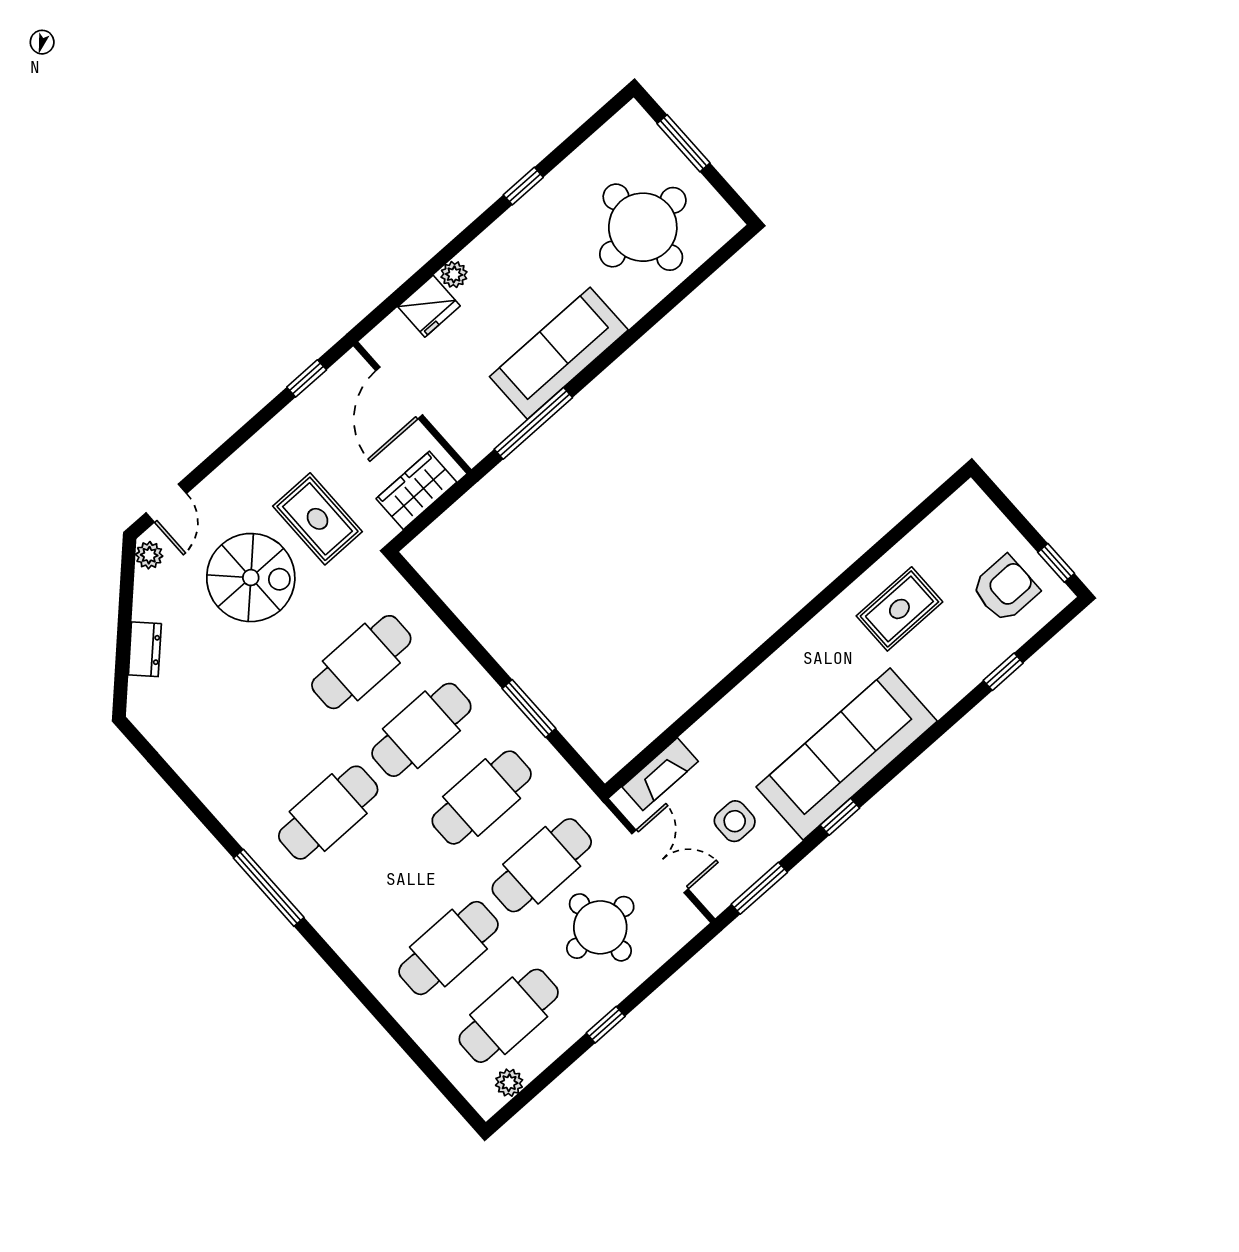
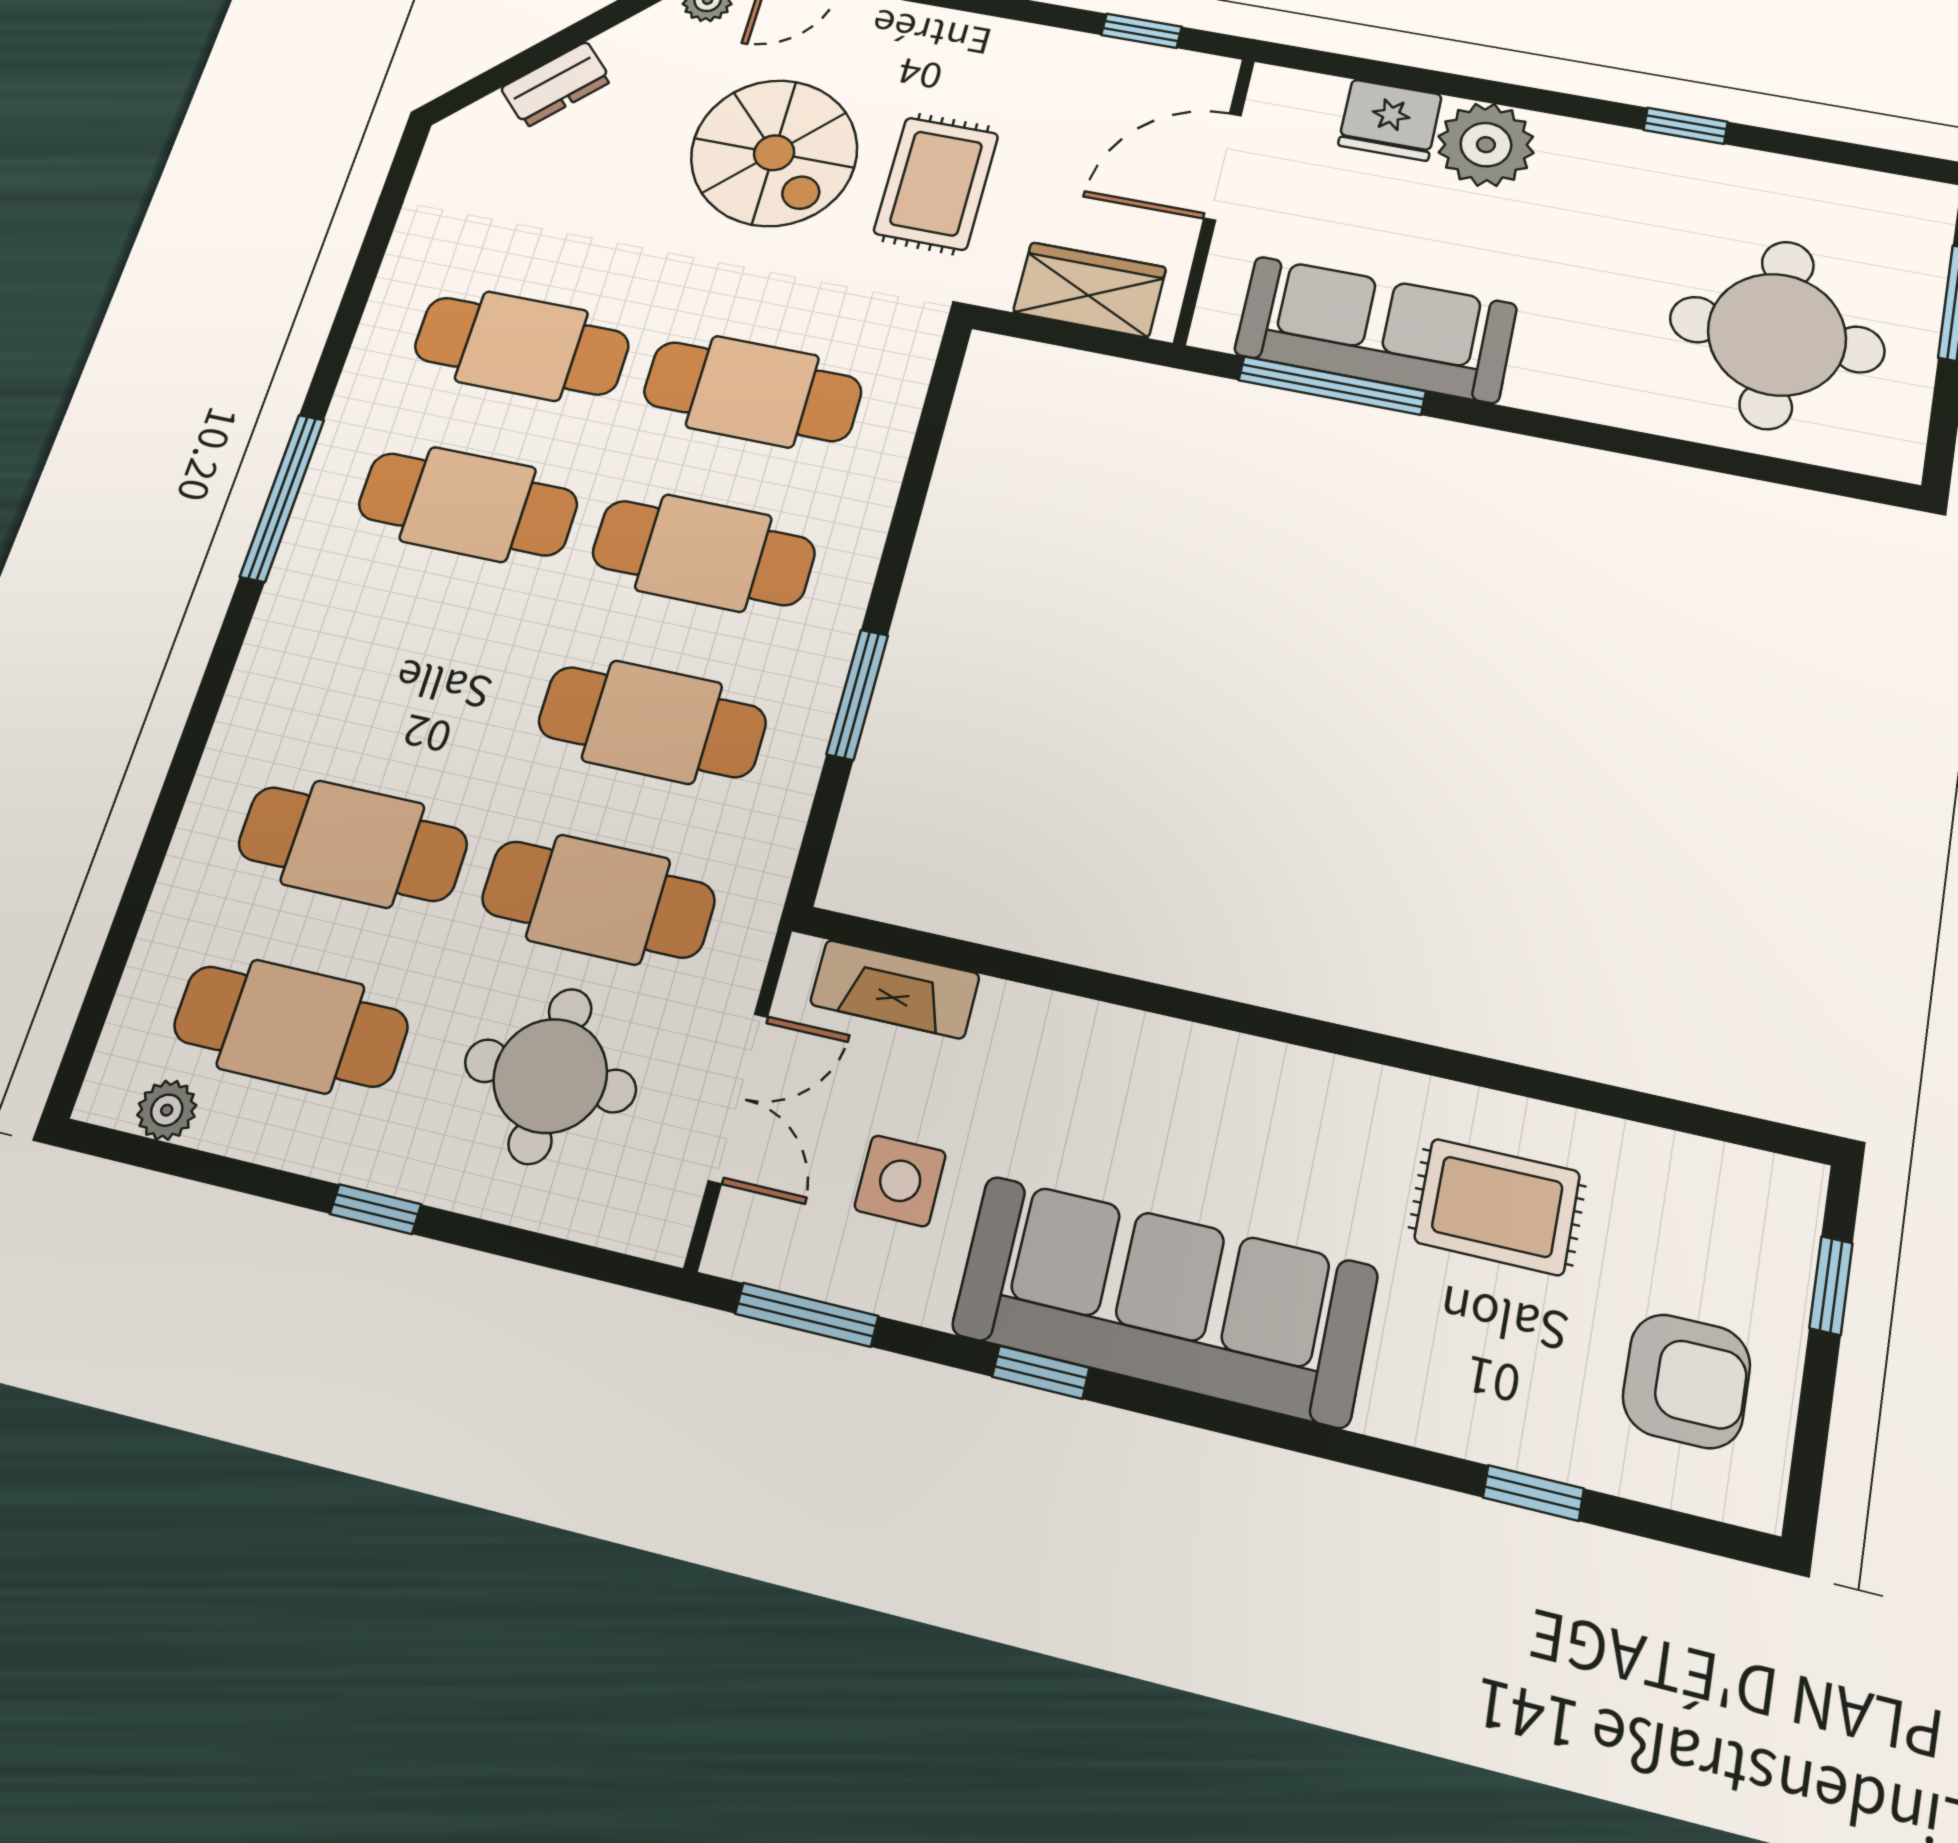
plant: (454, 274) -> (1486, 145), width x1.88, depth x1.88
sofa: (559, 353) -> (1376, 329), moved
window: (1056, 563) -> (1831, 1286), moved
cafe table: (268, 745) -> (522, 346), added

